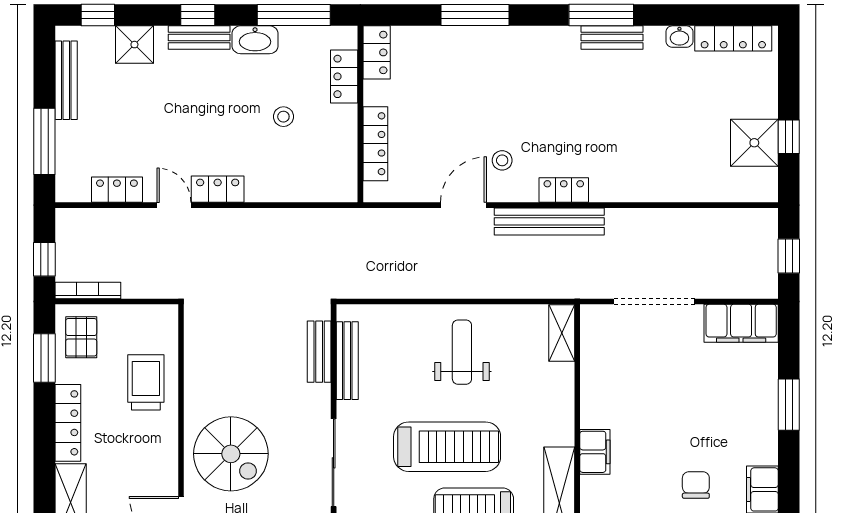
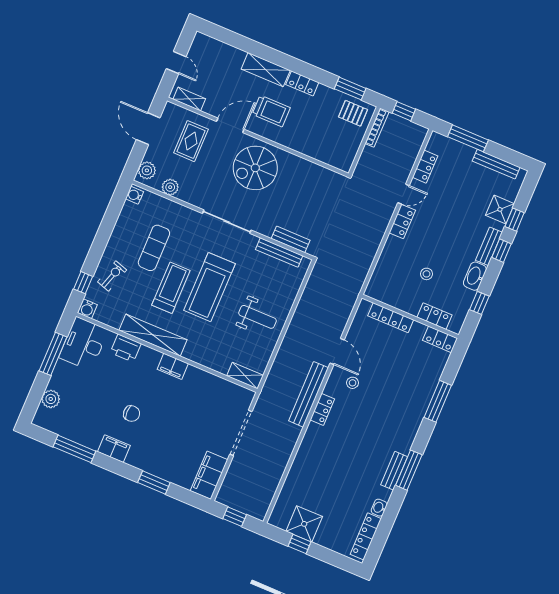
window: (98, 15) -> (515, 220), moved
window: (294, 15) -> (479, 303), width x0.46
trolley: (146, 382) -> (271, 111), moved
locker: (68, 423) -> (302, 83), width x0.66

